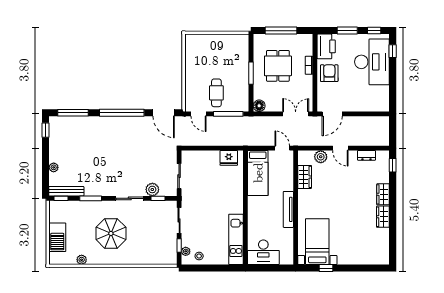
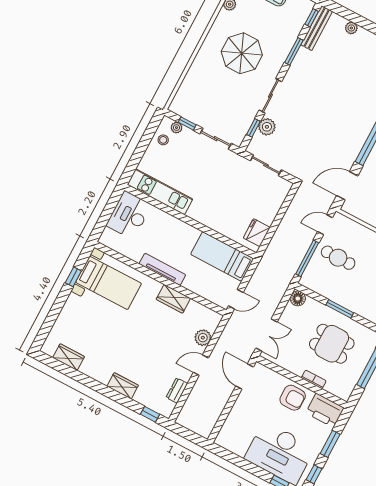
wardrobe: (305, 177) -> (173, 299), moved
wardrobe: (383, 217) -> (69, 357), moved

